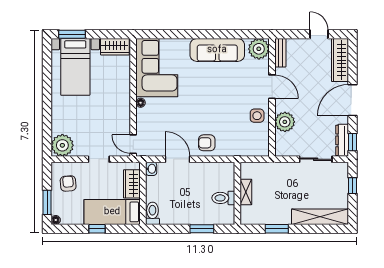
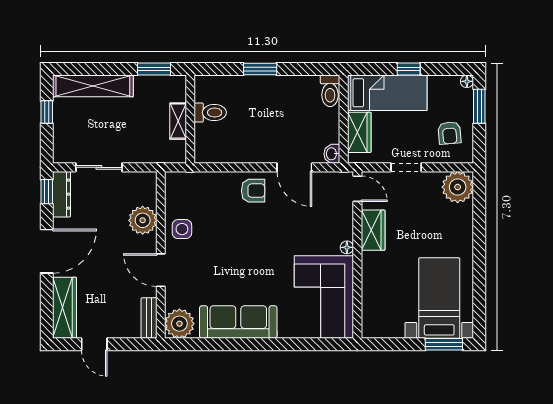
wardrobe: (115, 47) -> (373, 230), moved, turned 90
window: (353, 186) -> (47, 112), moved
shelving: (246, 192) -> (178, 121), moved
wall: (237, 193) -> (190, 119), moved
toilet: (223, 198) -> (210, 113), moved

